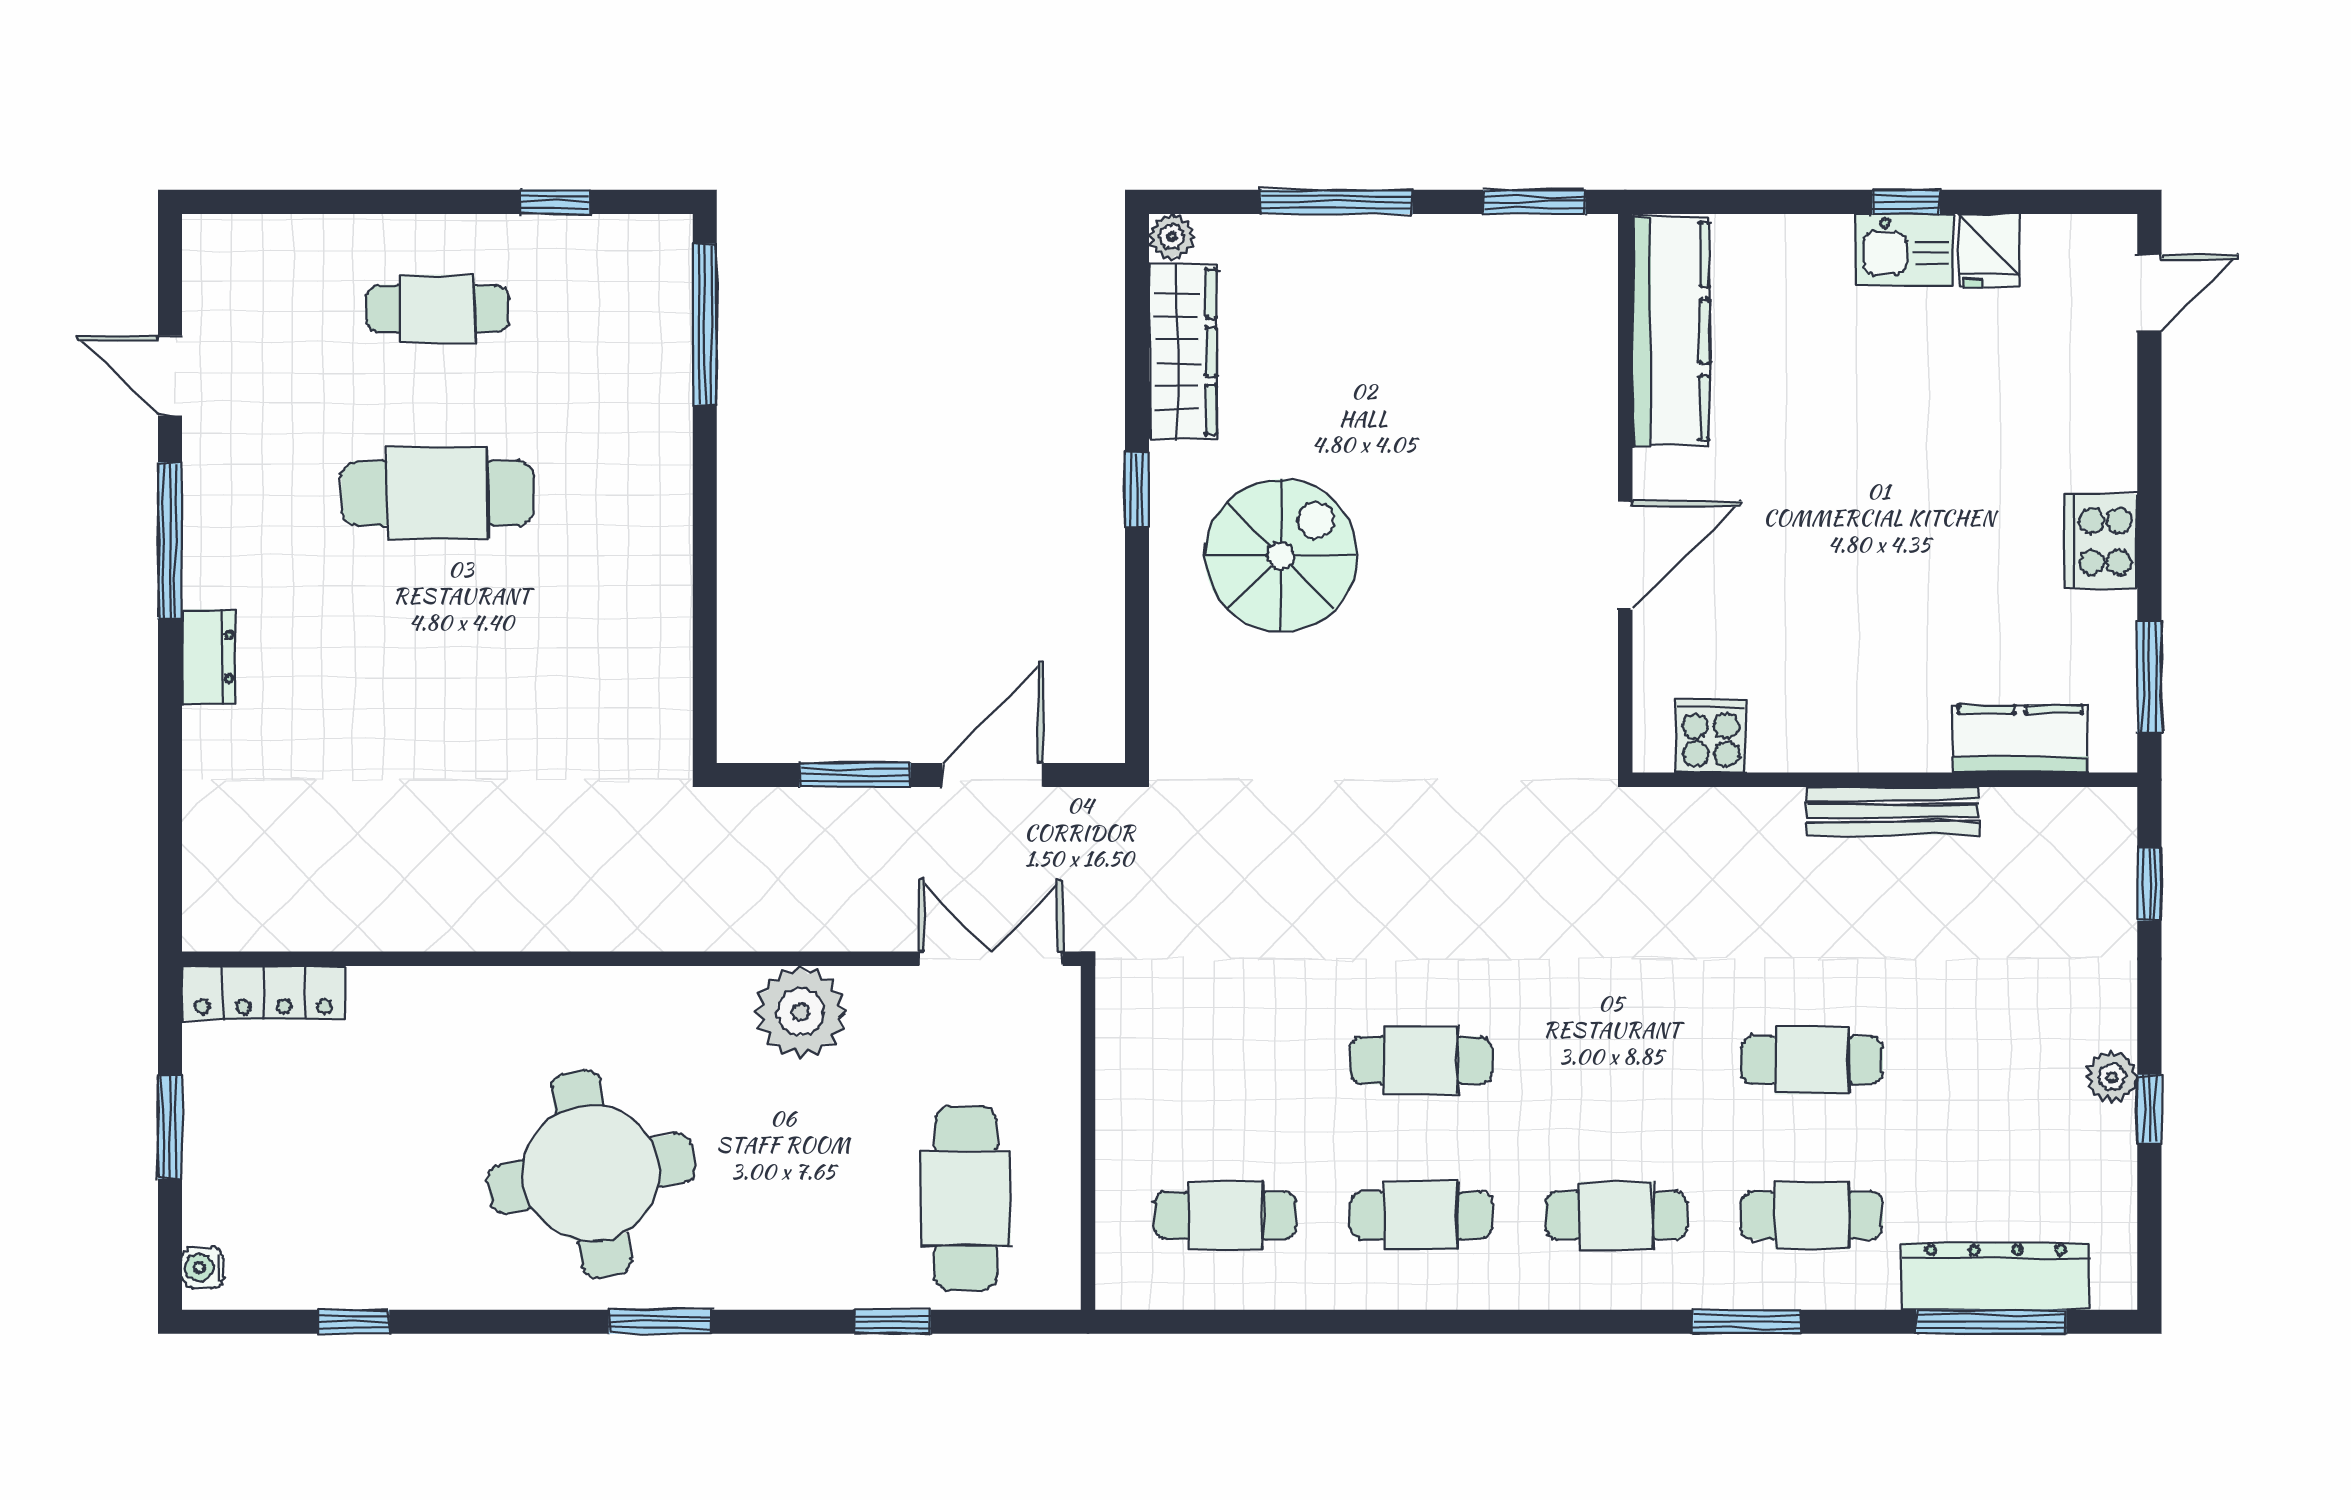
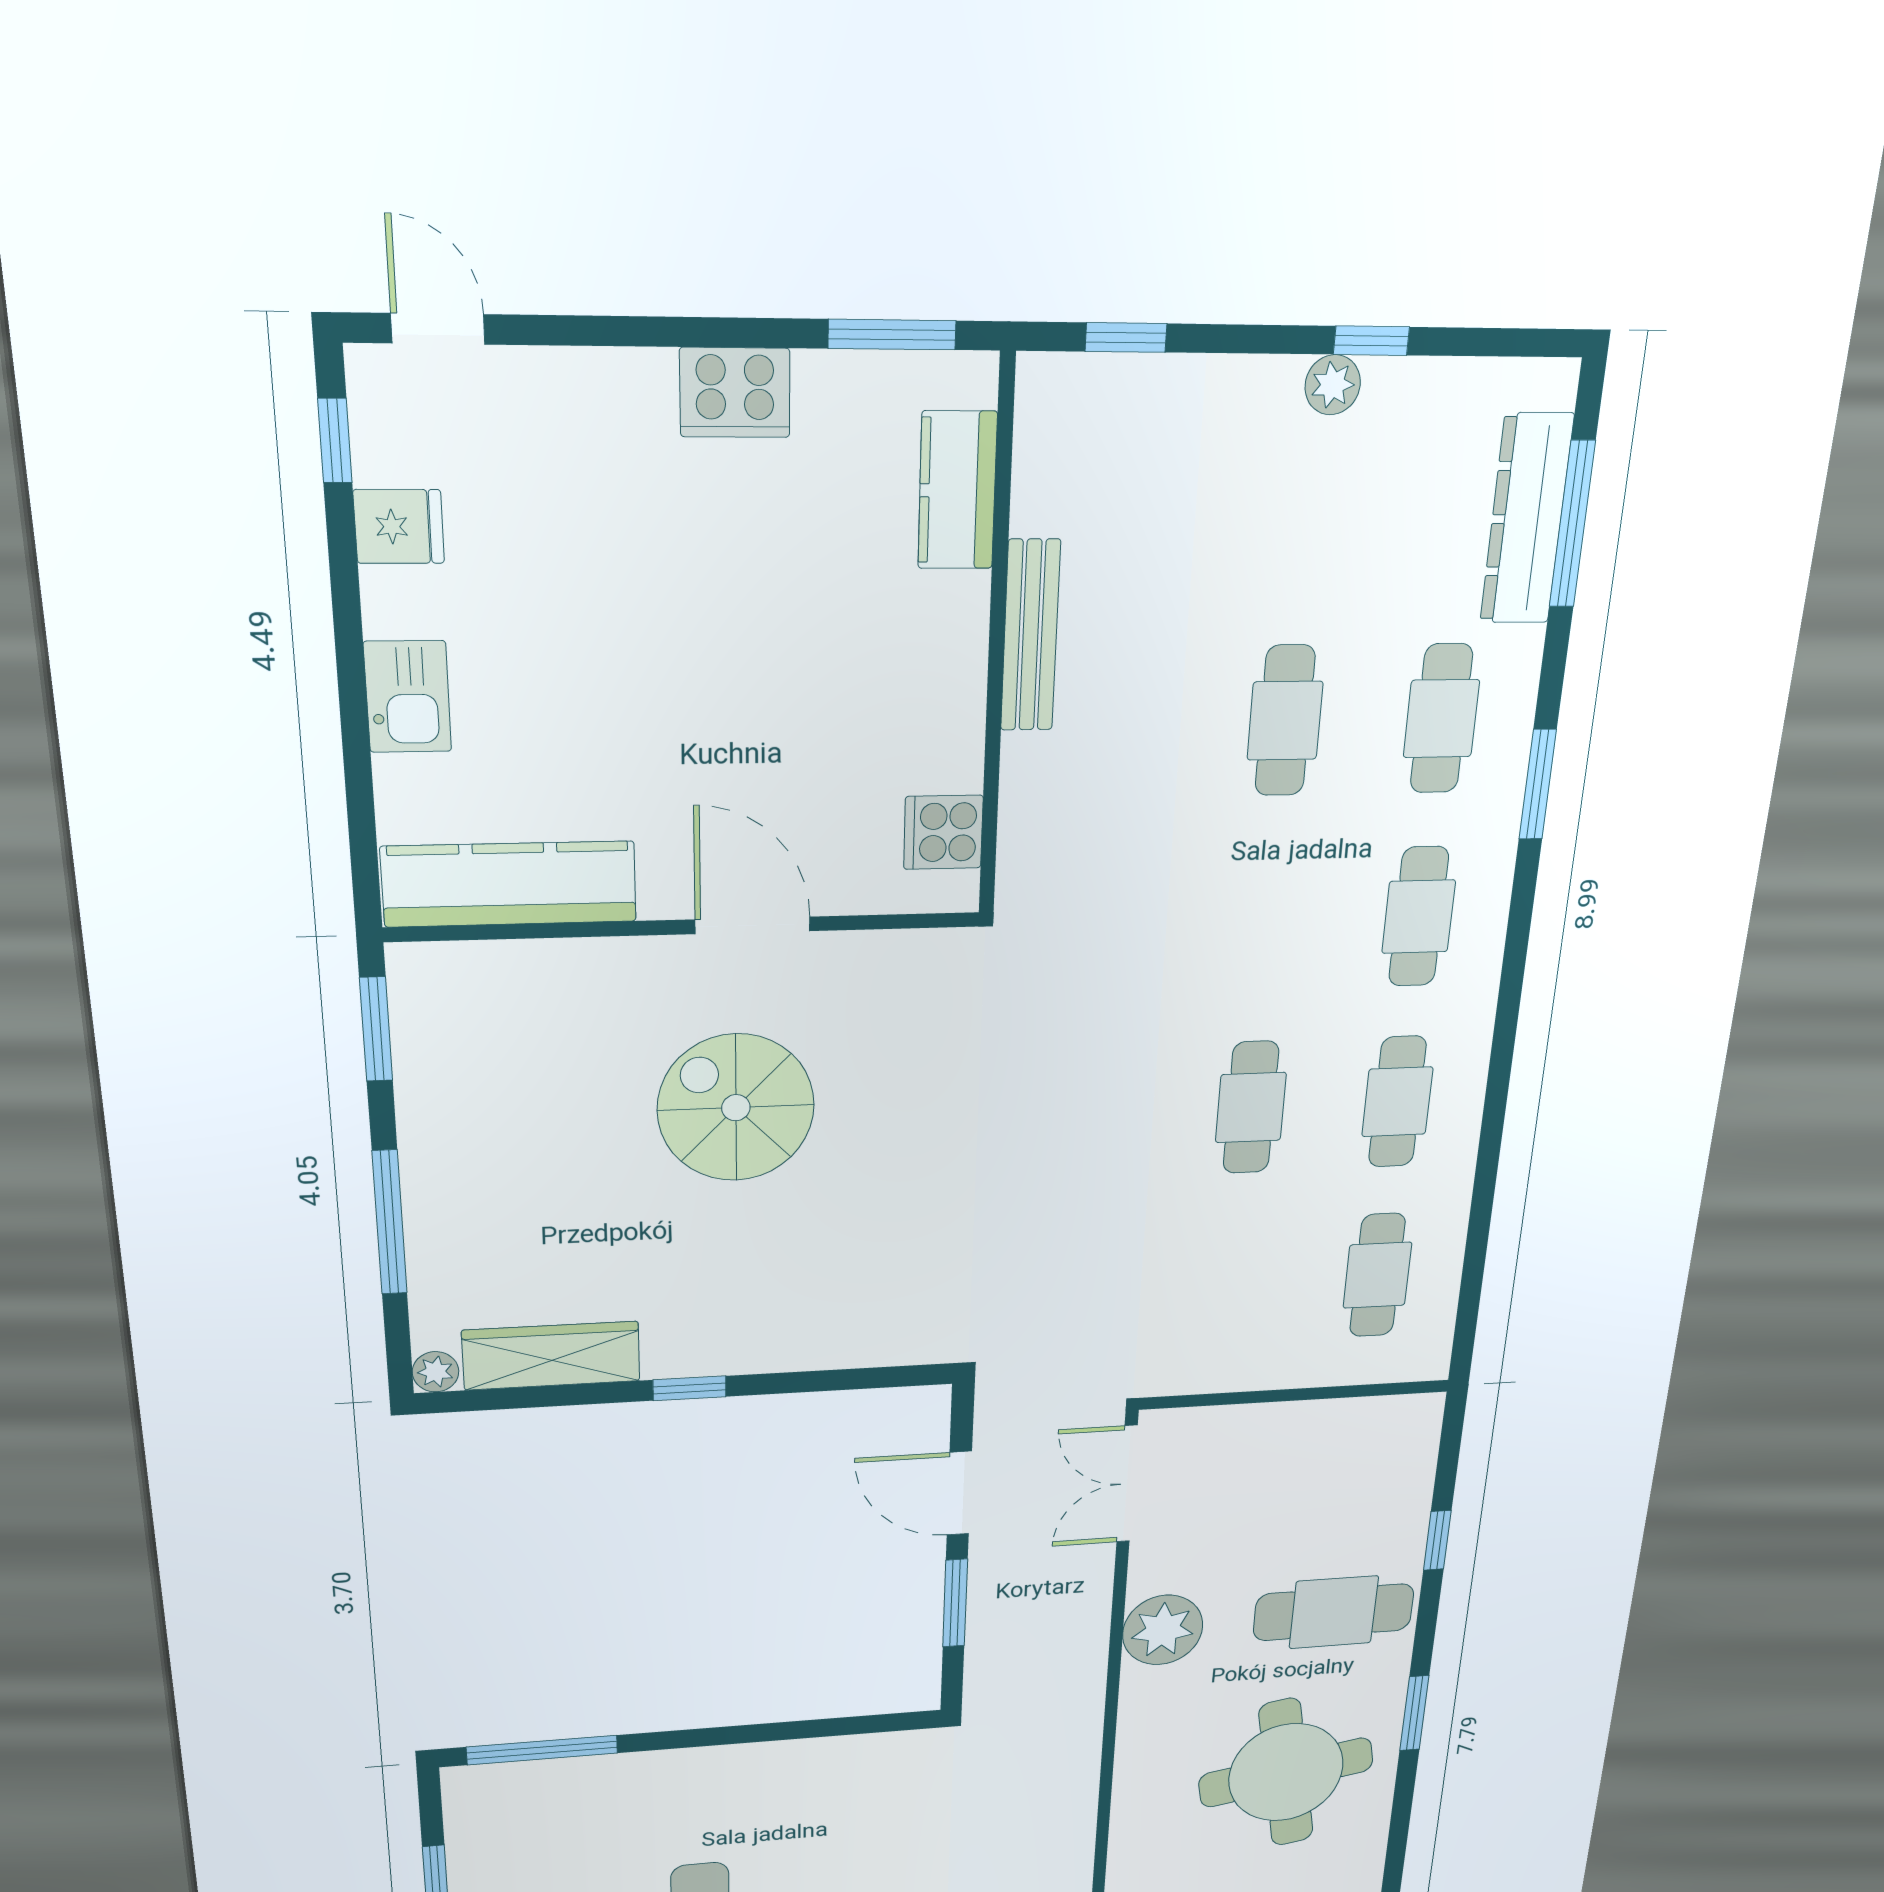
window: (1906, 202) -> (335, 441), moved
kitchen sink: (1905, 249) -> (408, 697), moved
spiral stairs: (1281, 556) -> (736, 1108), moved
cafe table: (966, 1198) -> (1334, 1612), moved

